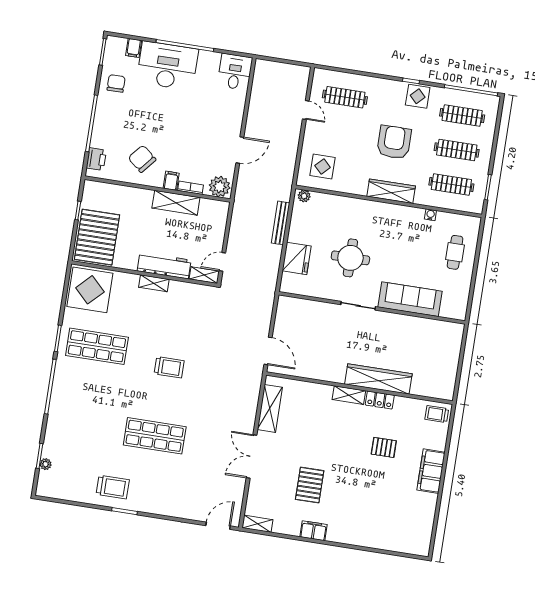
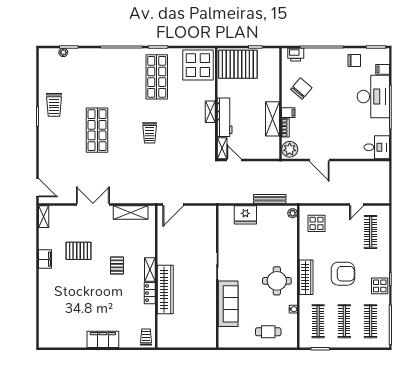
round table: (350, 258) -> (277, 281), moved
pallet: (384, 447) -> (117, 266), moved

